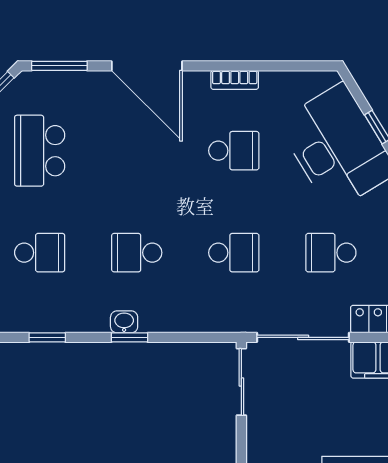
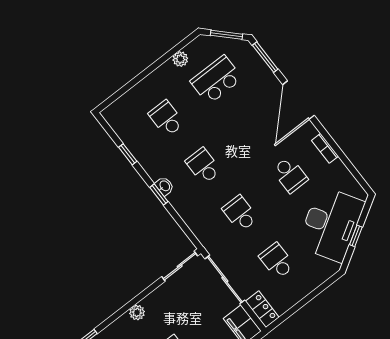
school desk: (40, 253) -> (166, 118), turned 180
school desk: (234, 253) -> (240, 213), turned 180

